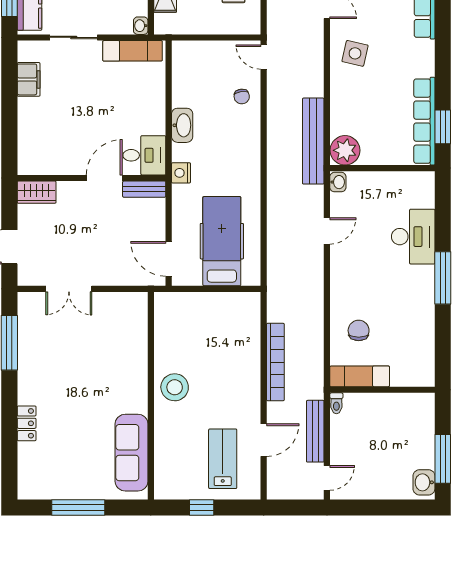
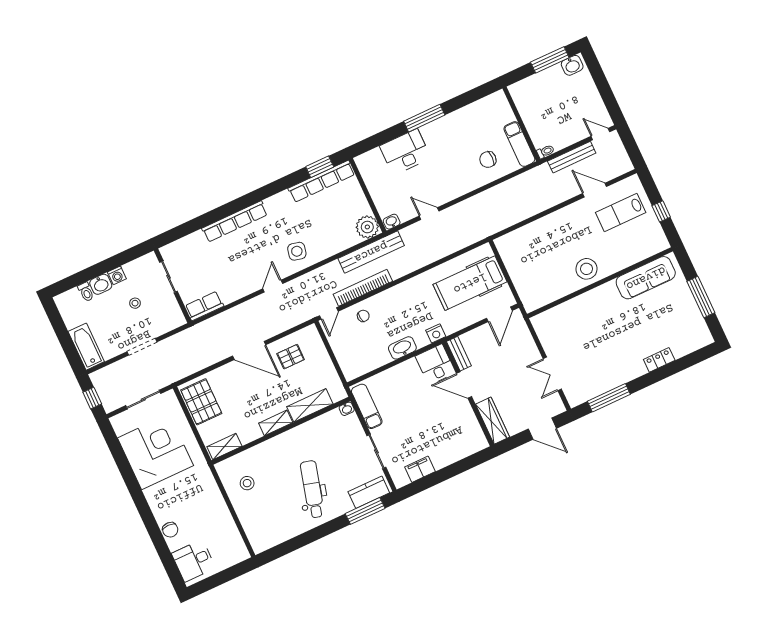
wardrobe: (37, 192) -> (493, 421), width x1.50
double door: (69, 289) -> (552, 374), swing flipped
bookcase: (275, 362) -> (363, 288), moved

